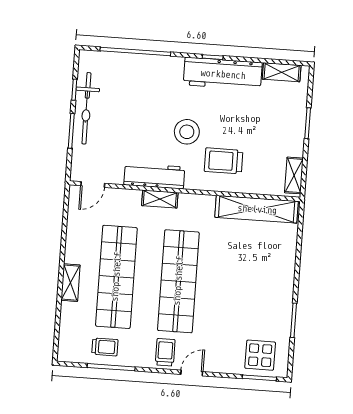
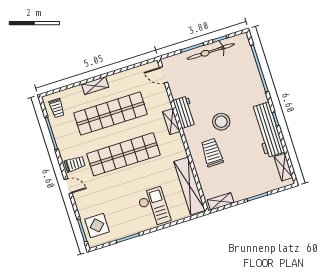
workbench: (154, 176) -> (185, 112), width x0.73
checkout: (266, 269) -> (154, 207), added
trolley: (105, 347) -> (57, 108), moved

